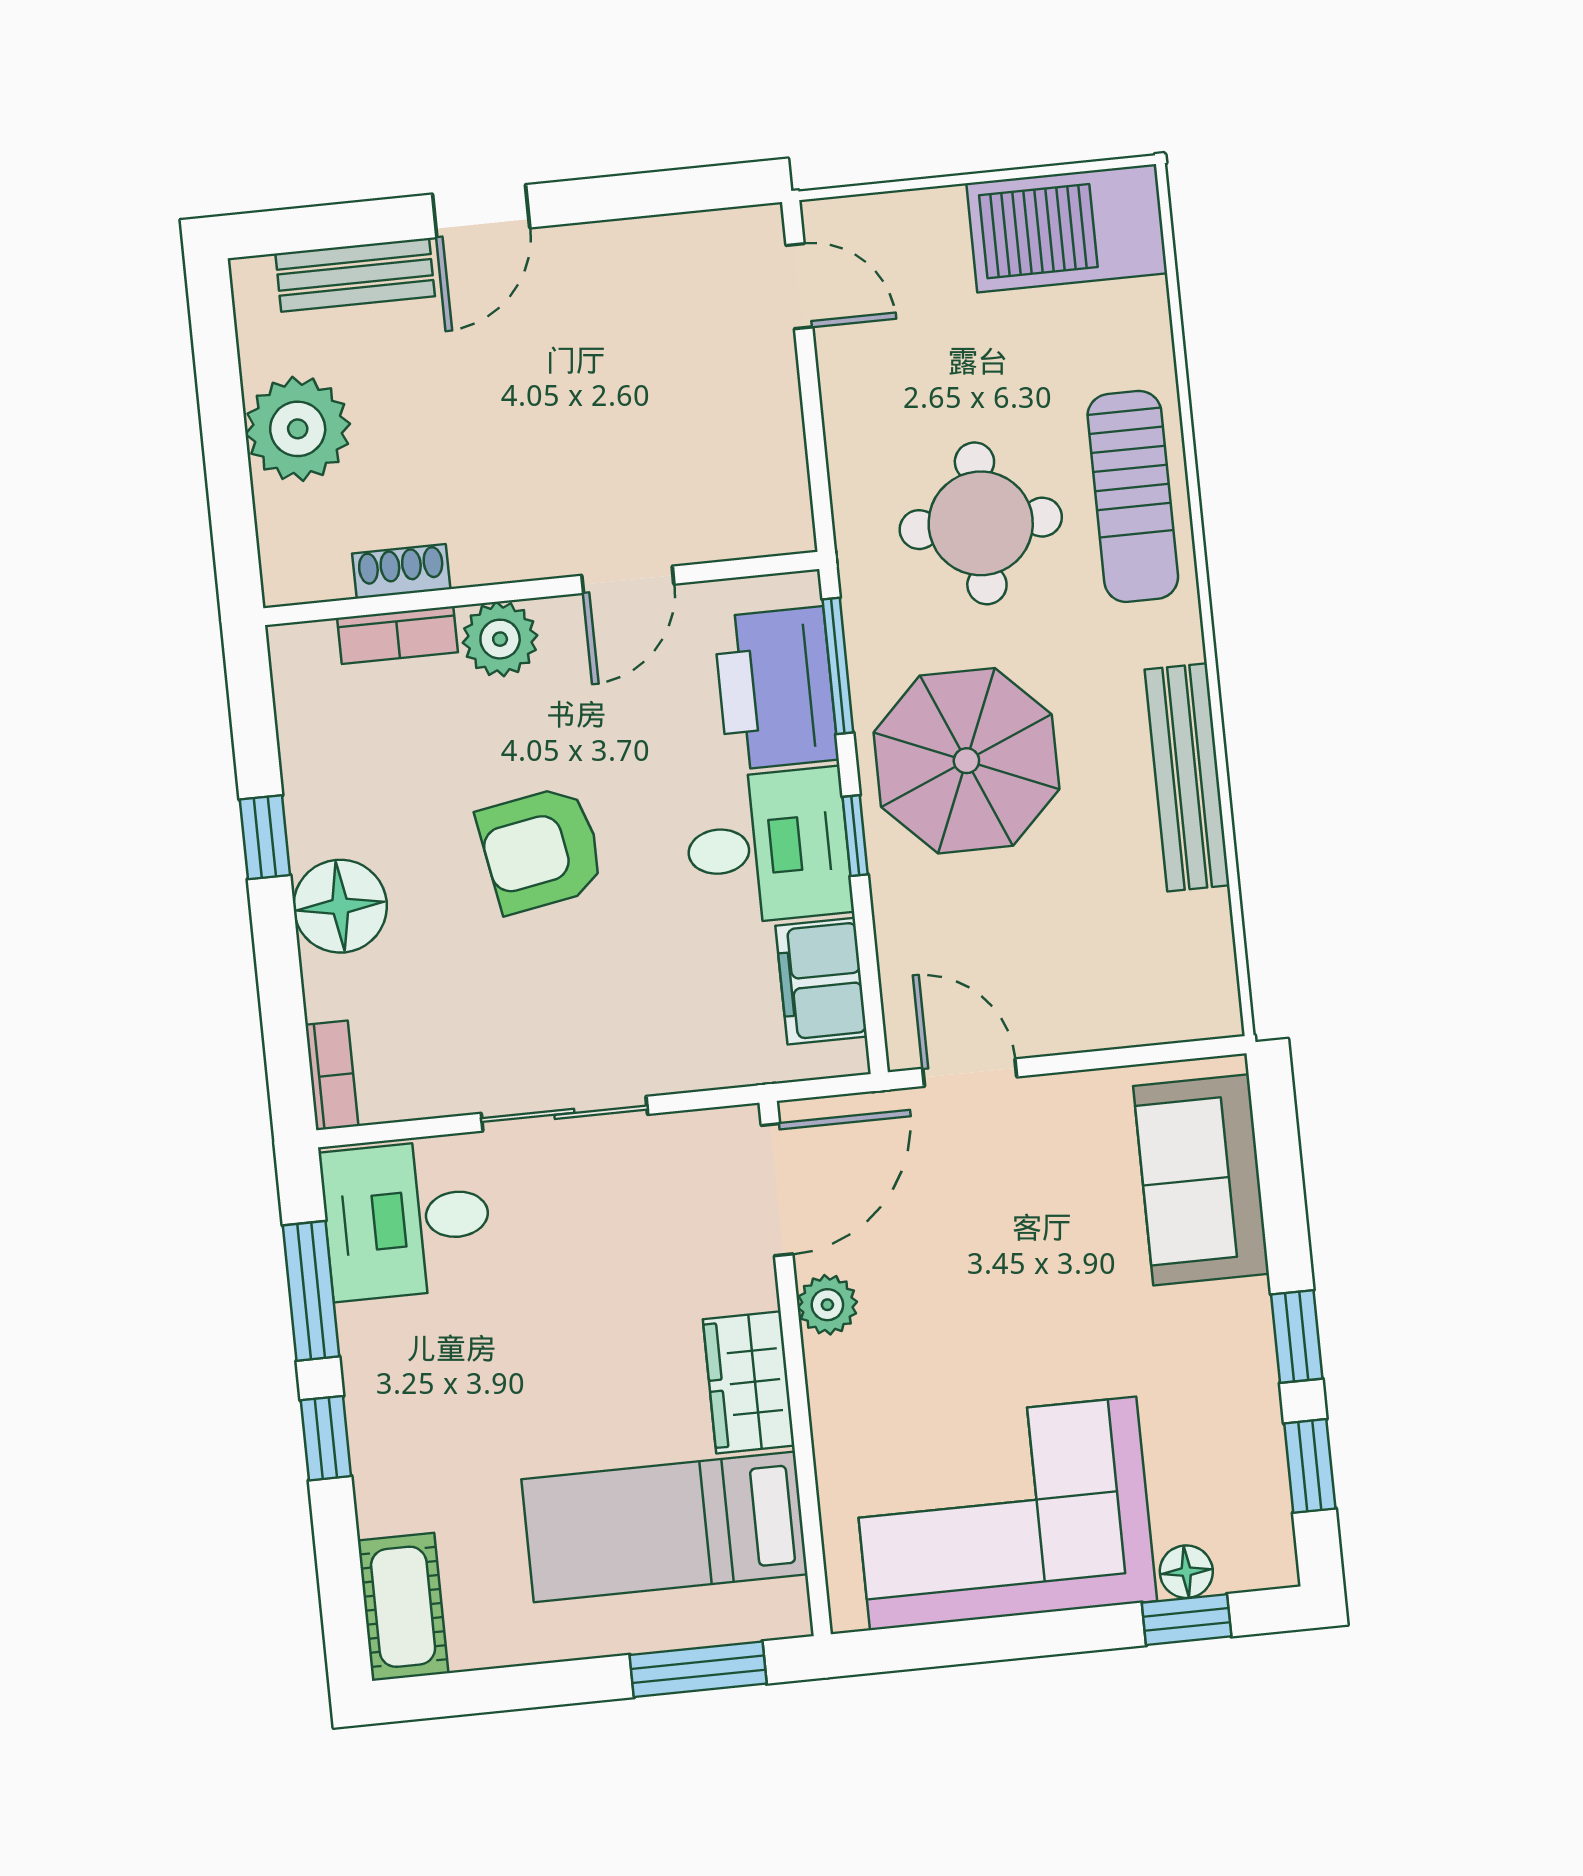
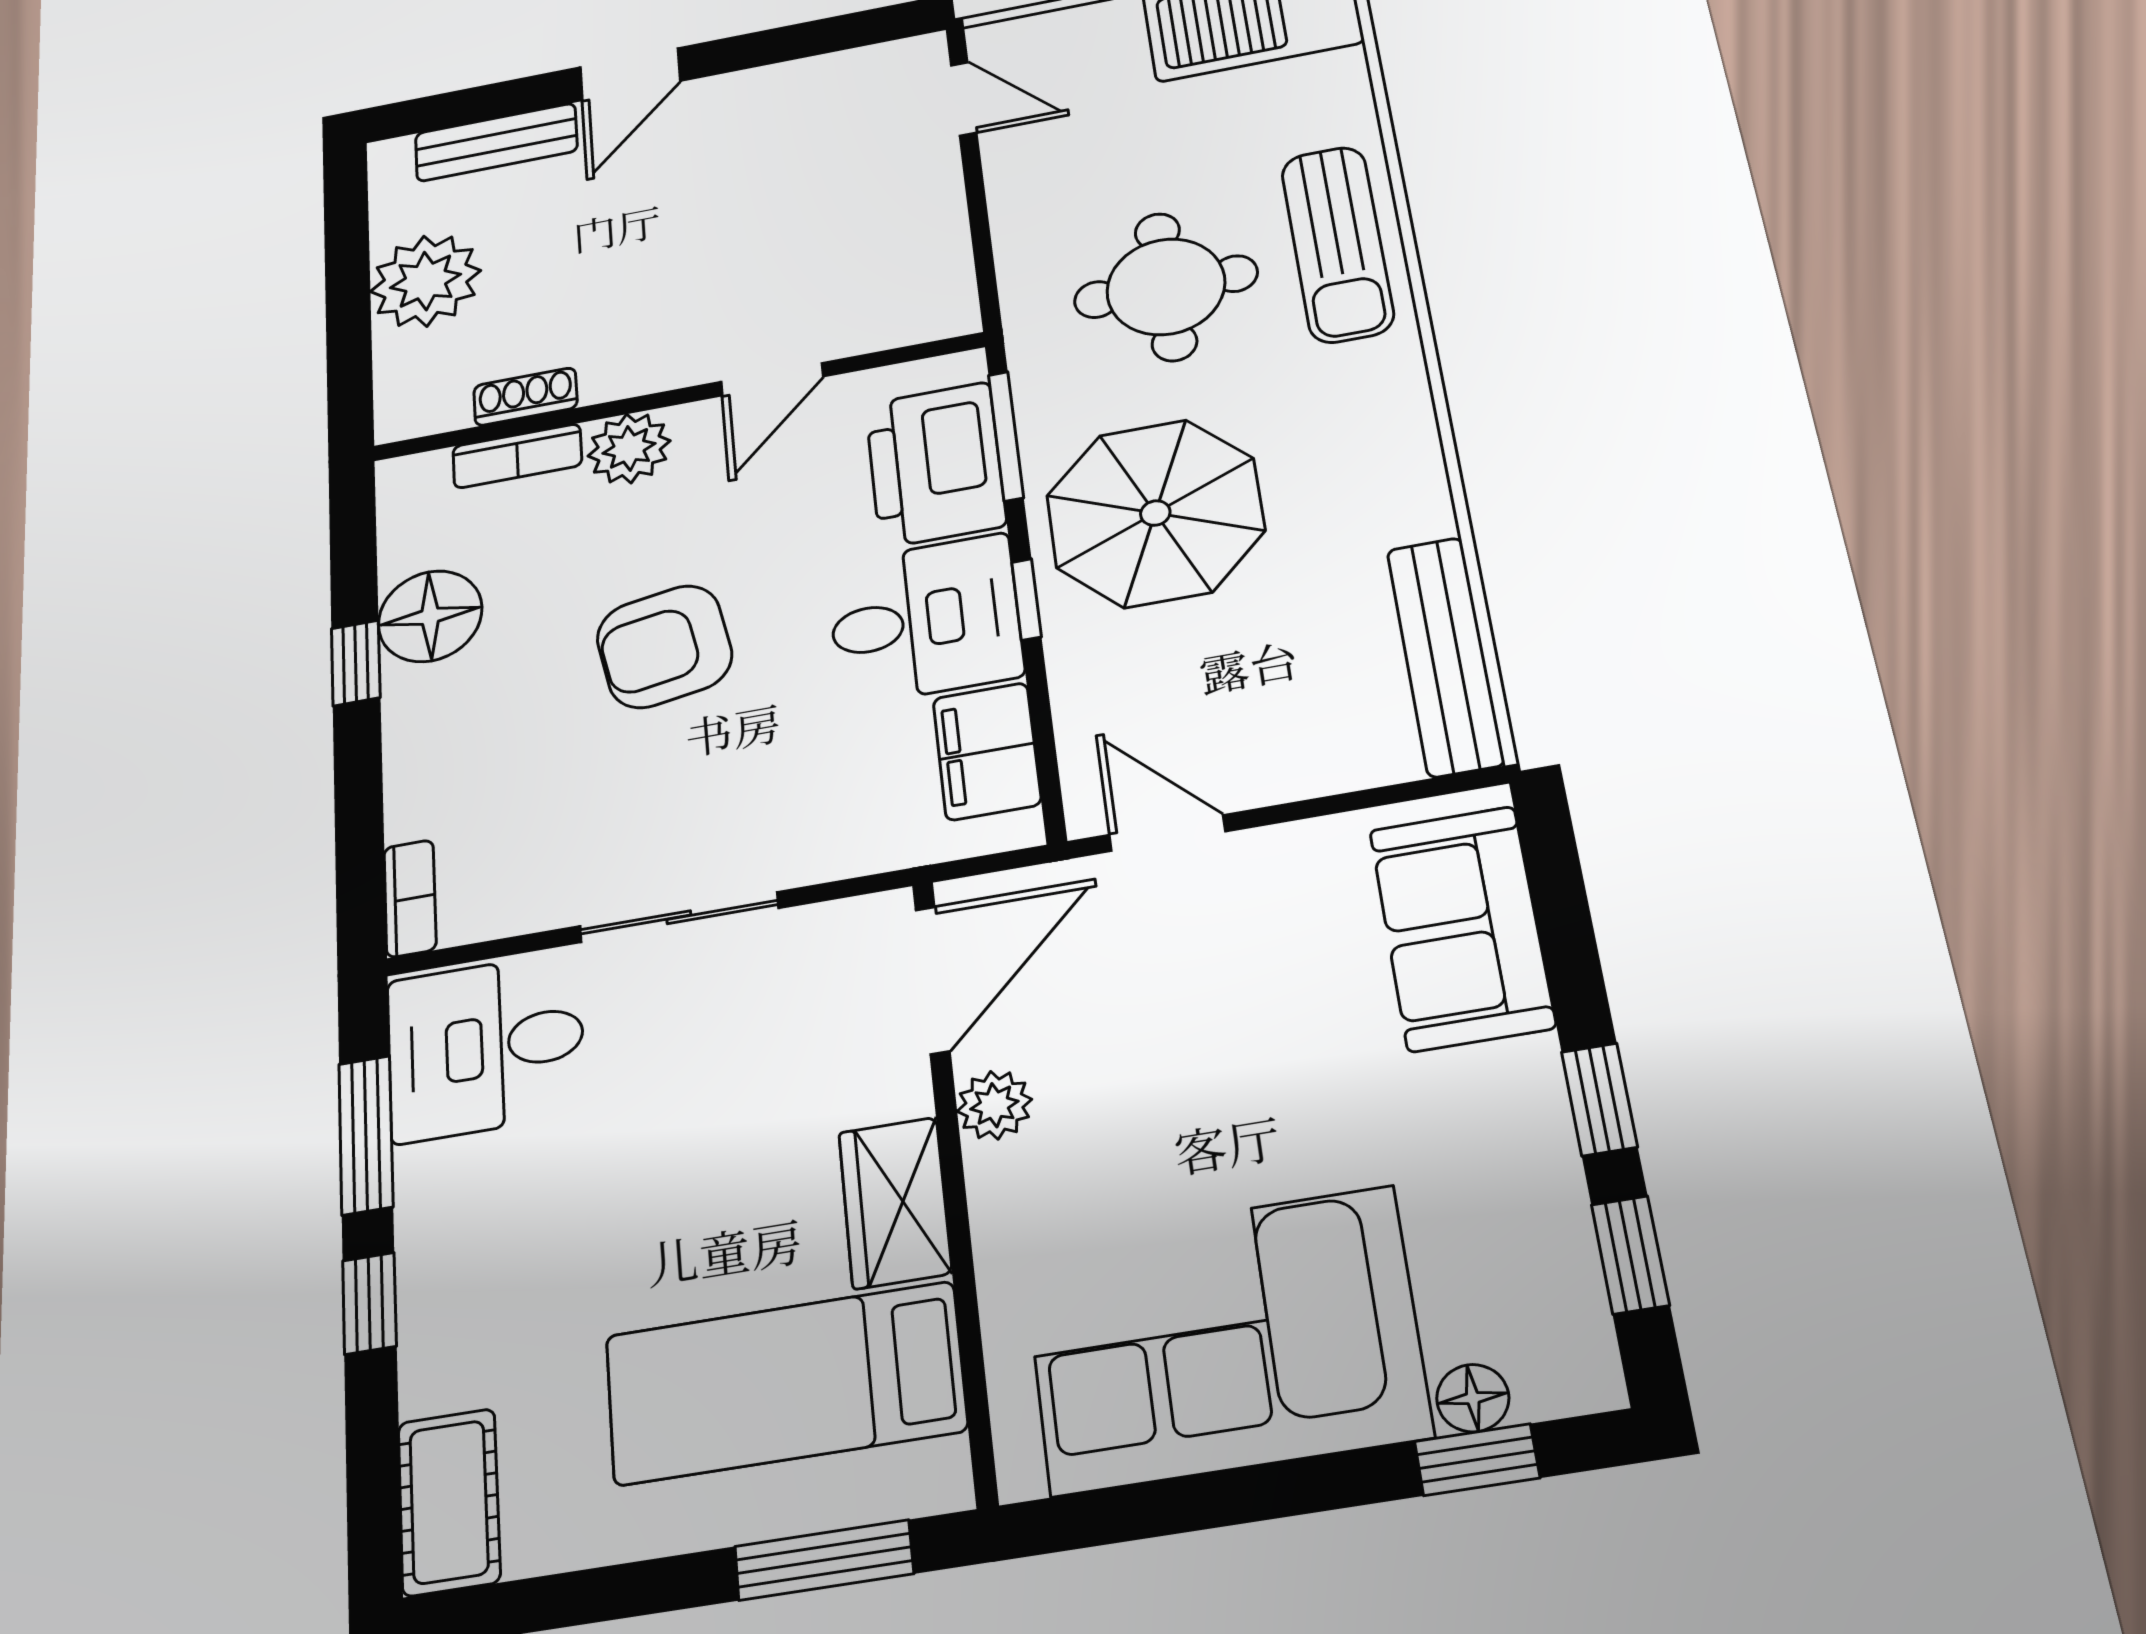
bench: (1187, 777) -> (1445, 656), moved
floor lamp: (340, 906) -> (430, 616), moved

